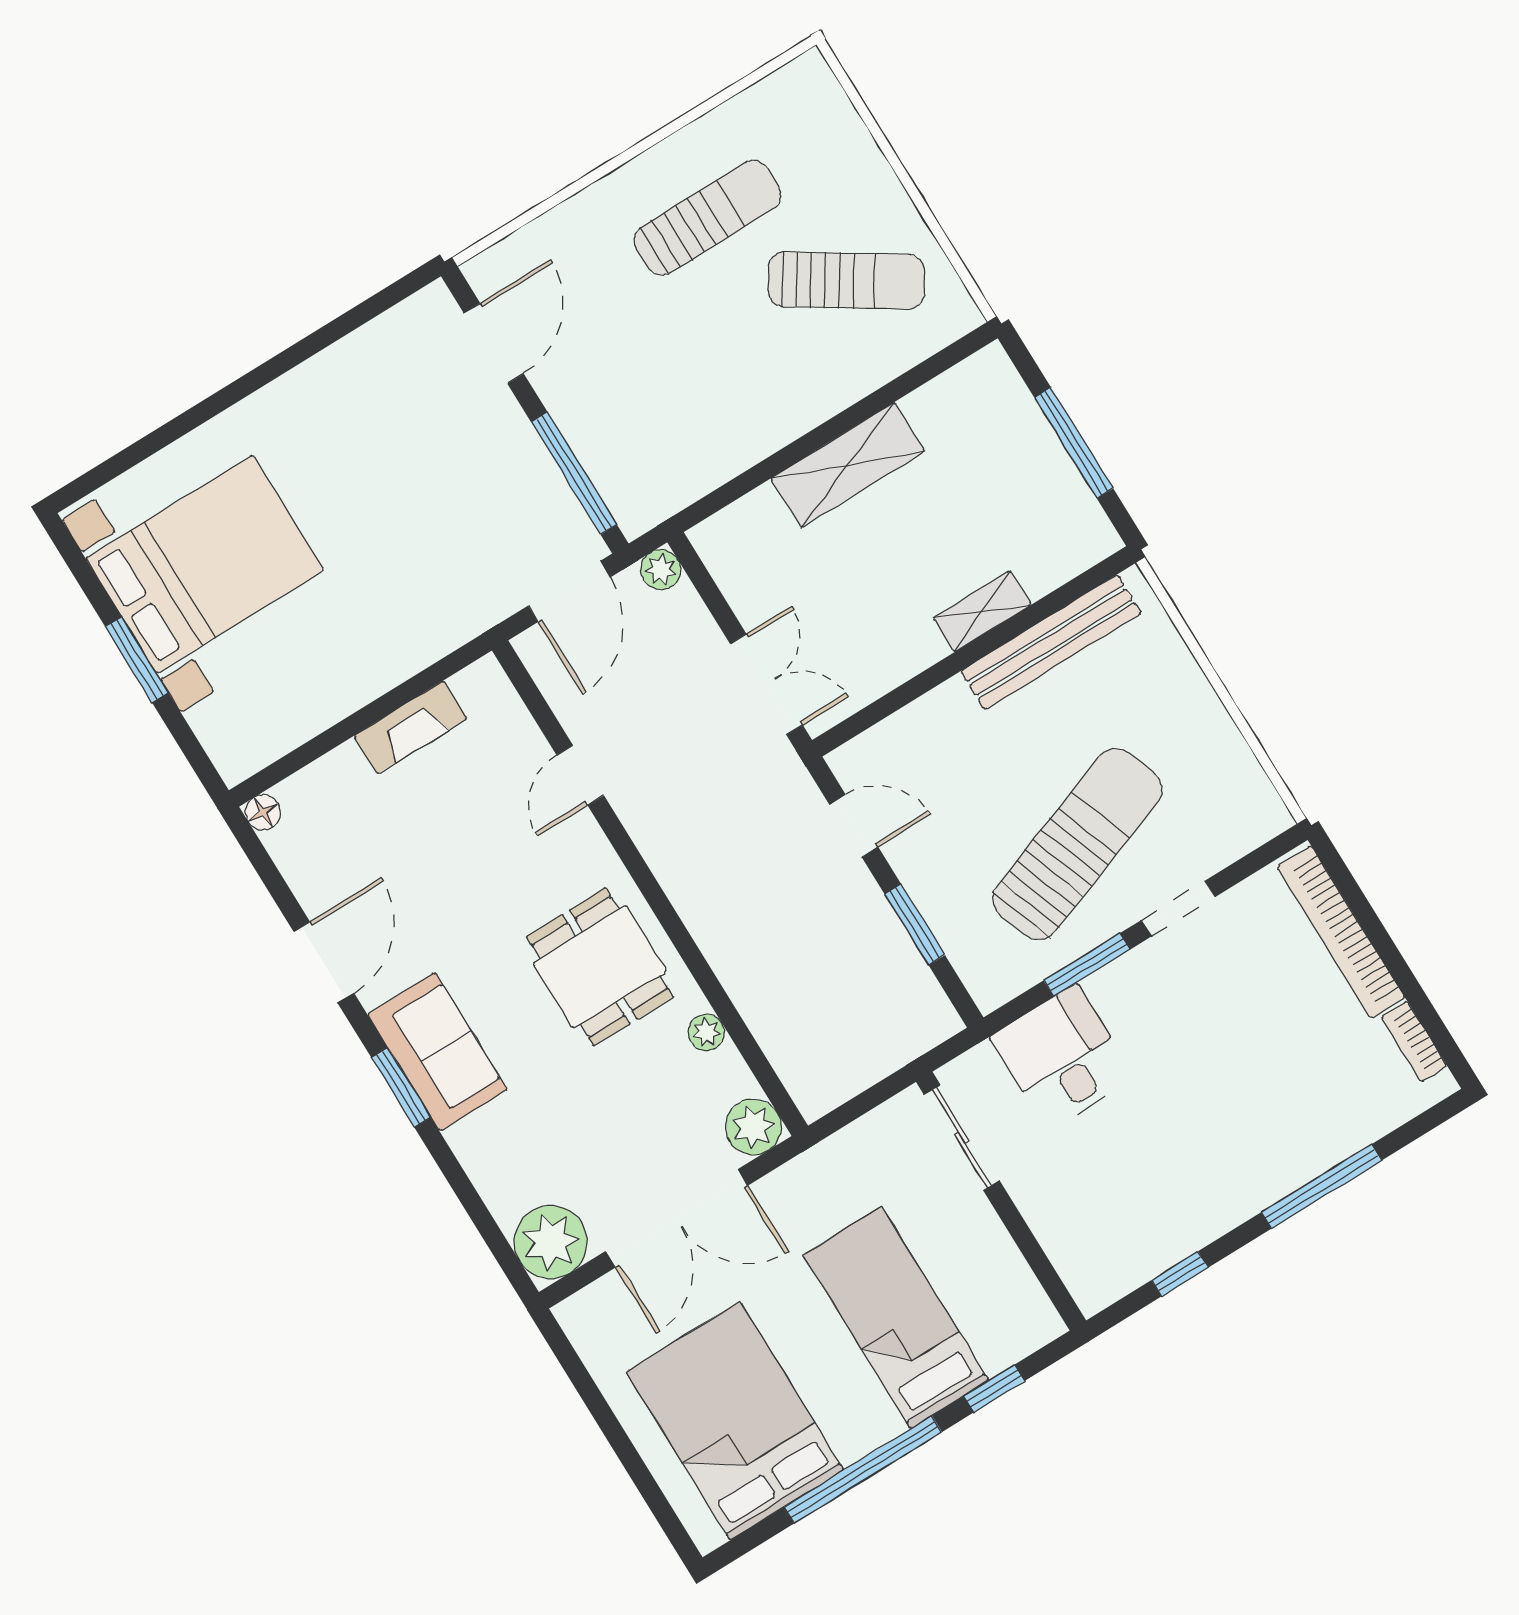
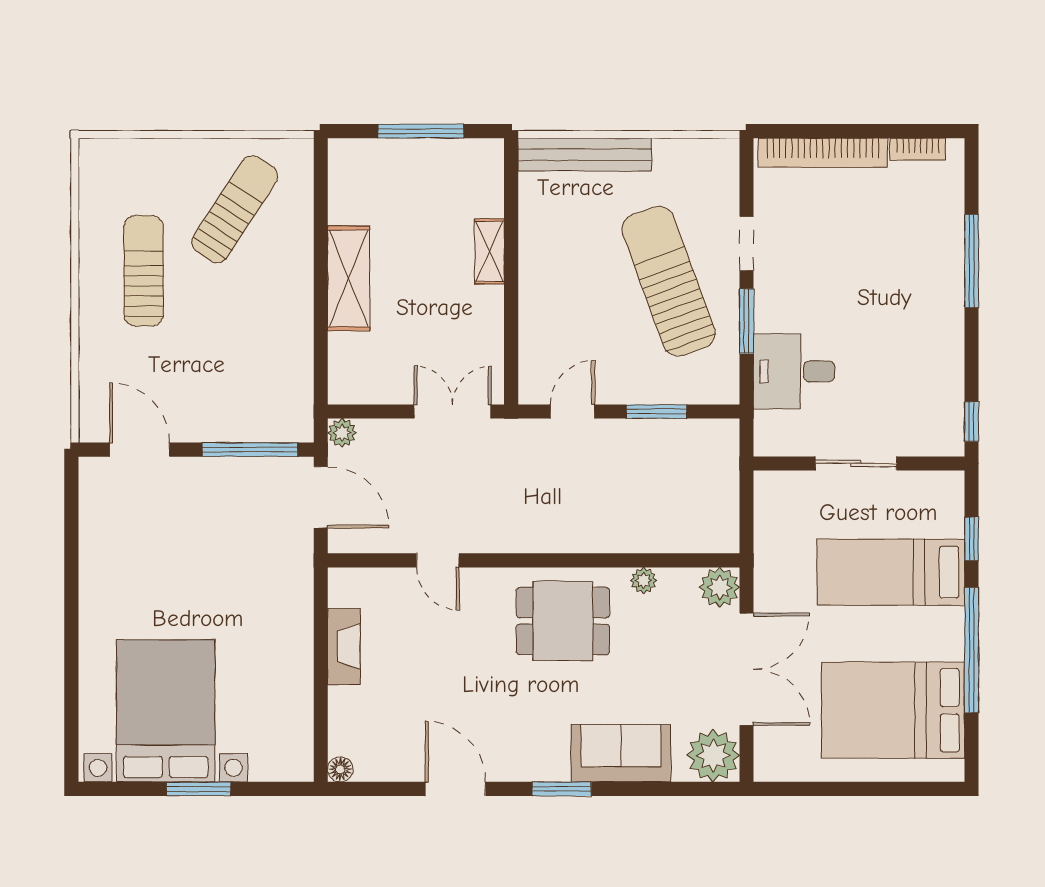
bench: (1051, 642) -> (585, 155), moved, turned 90
sofa: (437, 1052) -> (621, 753), moved
sliding door: (962, 1138) -> (856, 463), moved
window: (1180, 1274) -> (972, 422), moved

